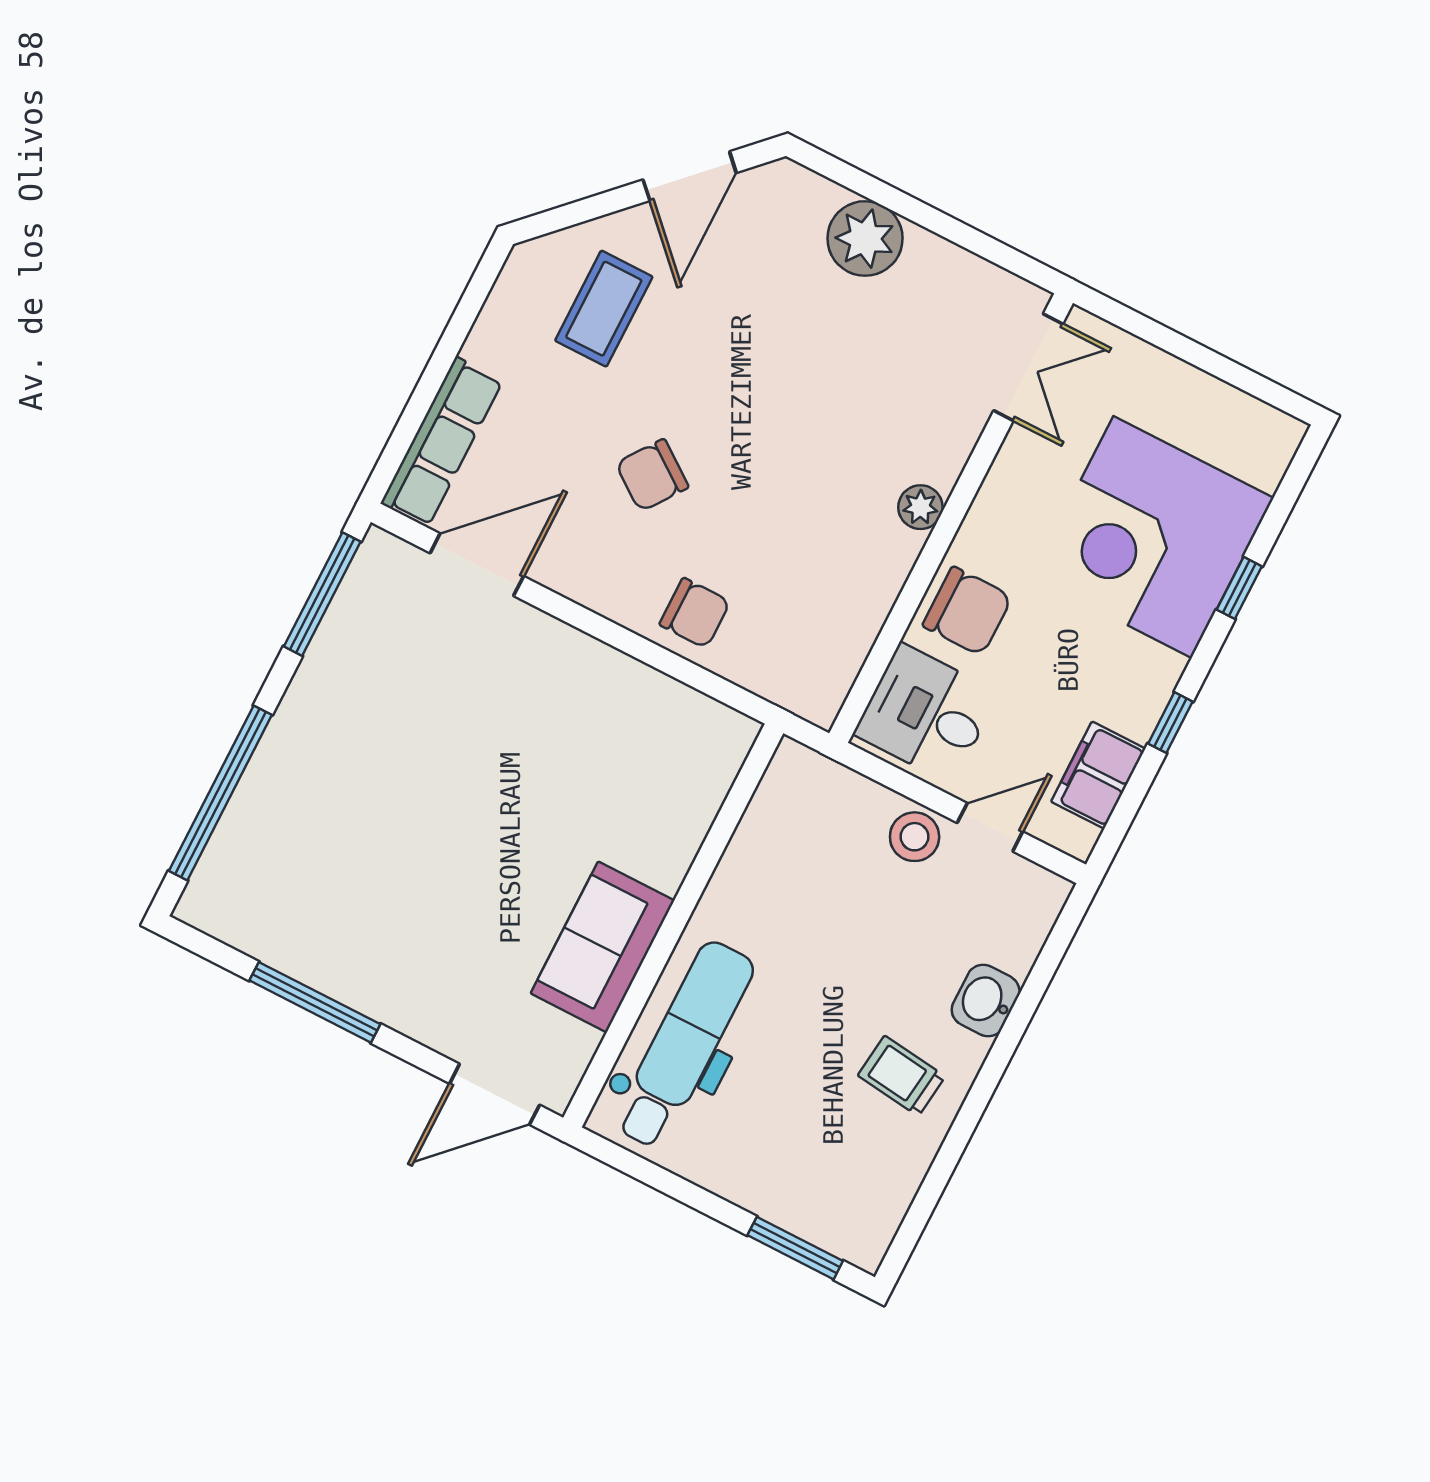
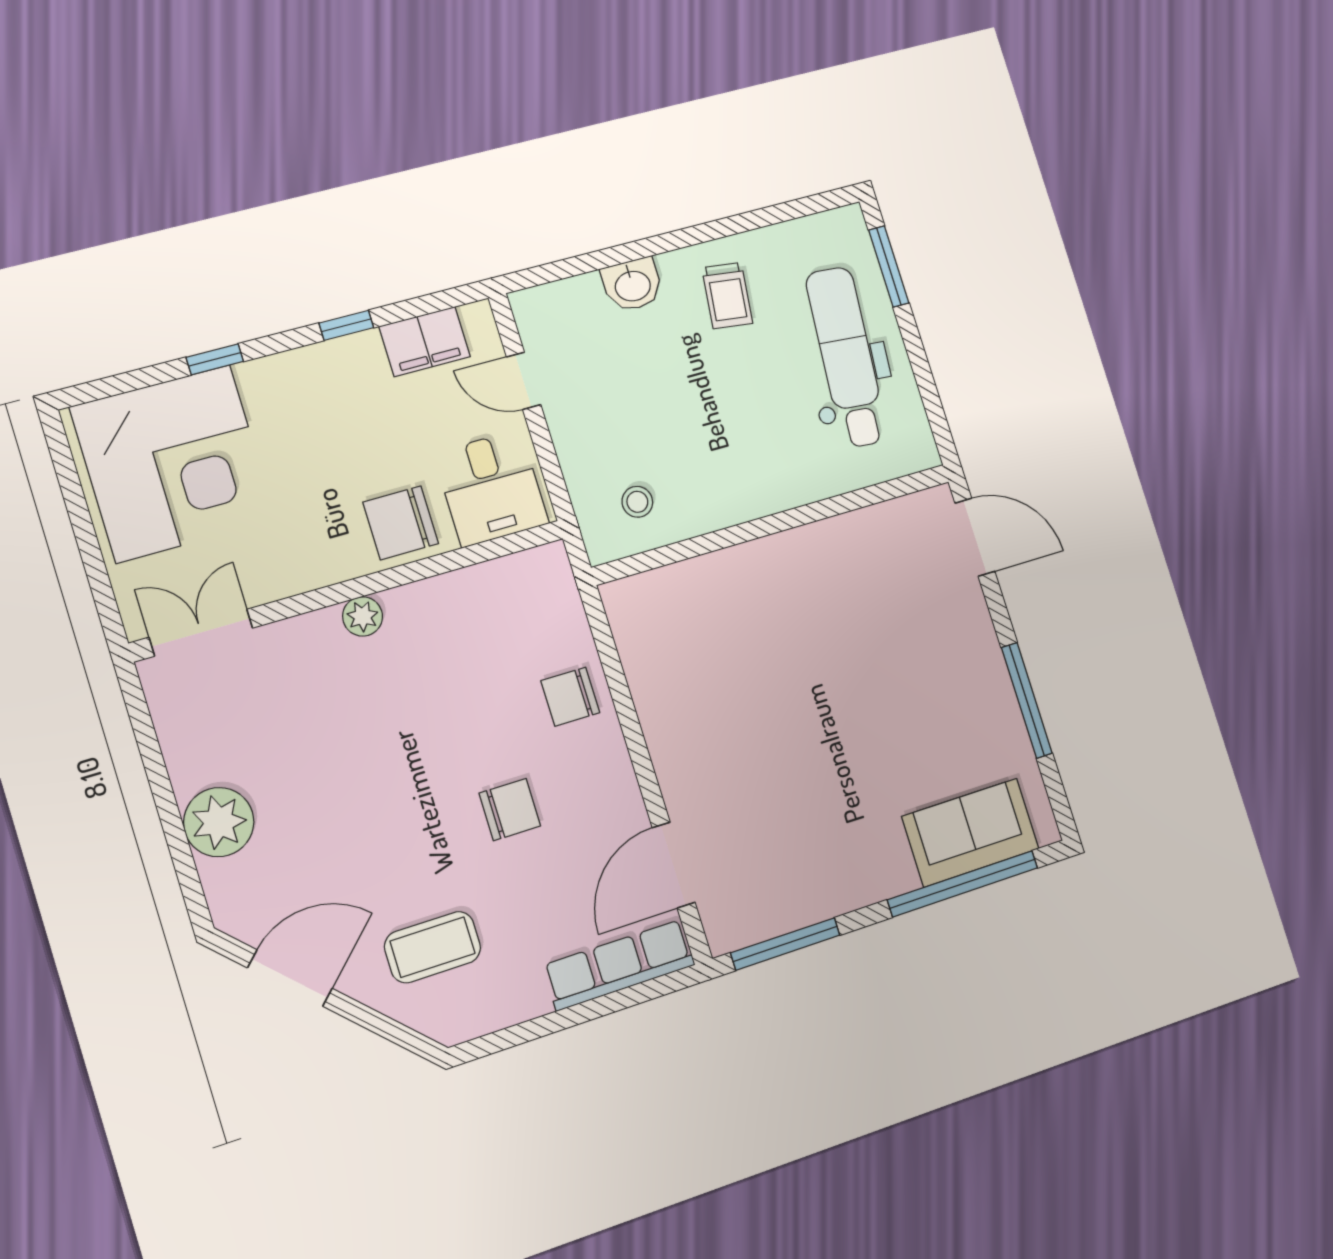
chair: (652, 475) -> (510, 810), turned -36
corner desk: (1153, 537) -> (173, 463), moved
door: (477, 565) -> (674, 865), hinge flipped
chair: (967, 611) -> (401, 523), turned -90
chair: (695, 613) -> (570, 697), turned -90
stool: (915, 837) -> (637, 502), moved, width x0.73, depth x0.73
sofa: (602, 947) -> (970, 833), moved, turned 180
dental chair: (684, 1045) -> (847, 357), moved, turned 95

